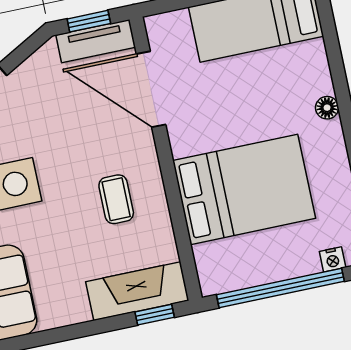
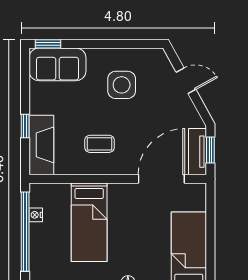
bed: (244, 189) -> (89, 222), width x0.67
nightstand: (333, 259) -> (36, 215), moved
window: (155, 315) -> (25, 126), moved

